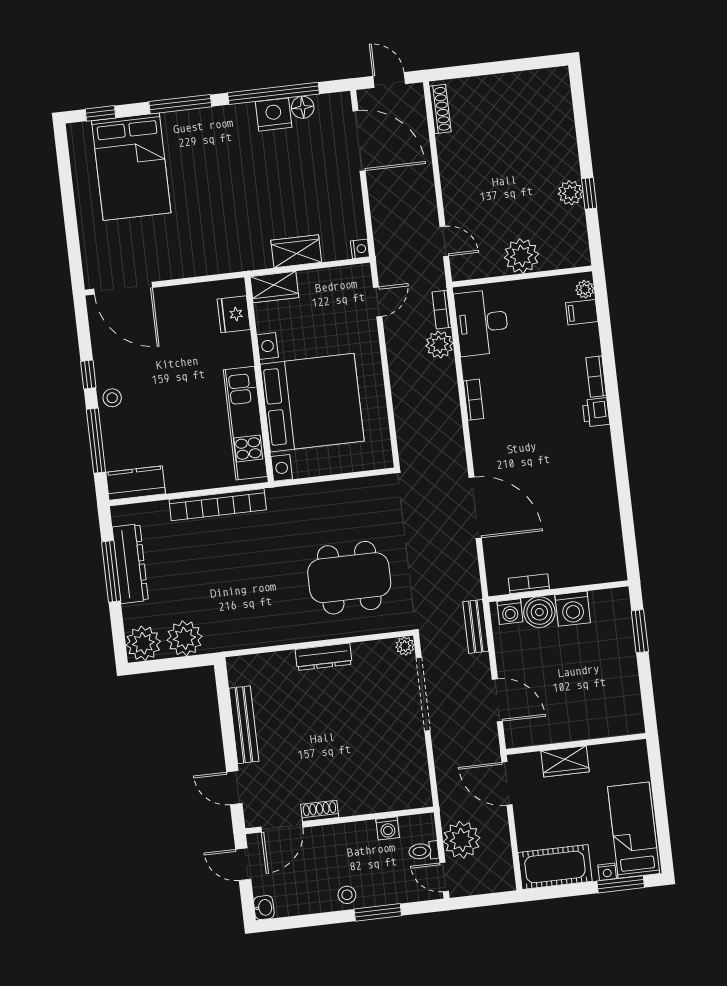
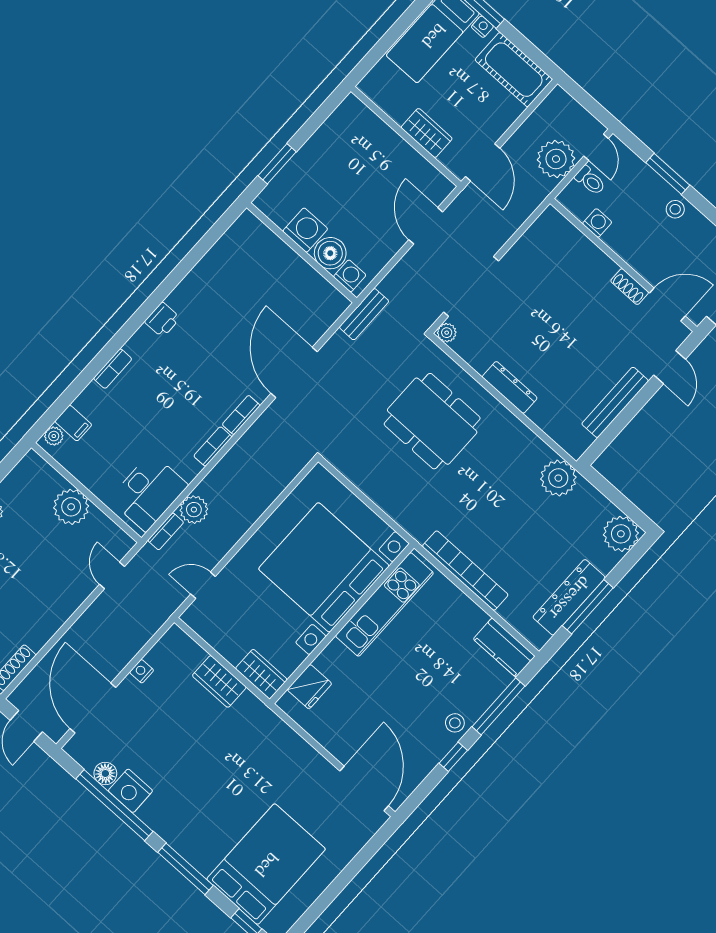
nightstand: (360, 249) -> (142, 671), moved
printer: (596, 412) -> (162, 320), moved
bookcase: (529, 584) -> (241, 415), moved, turned 90
bench: (476, 626) -> (364, 314), moved
plant: (185, 638) -> (558, 478), moved

